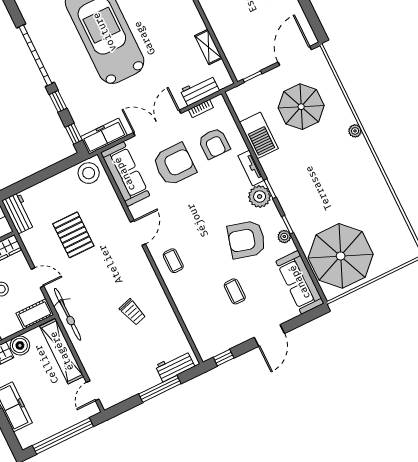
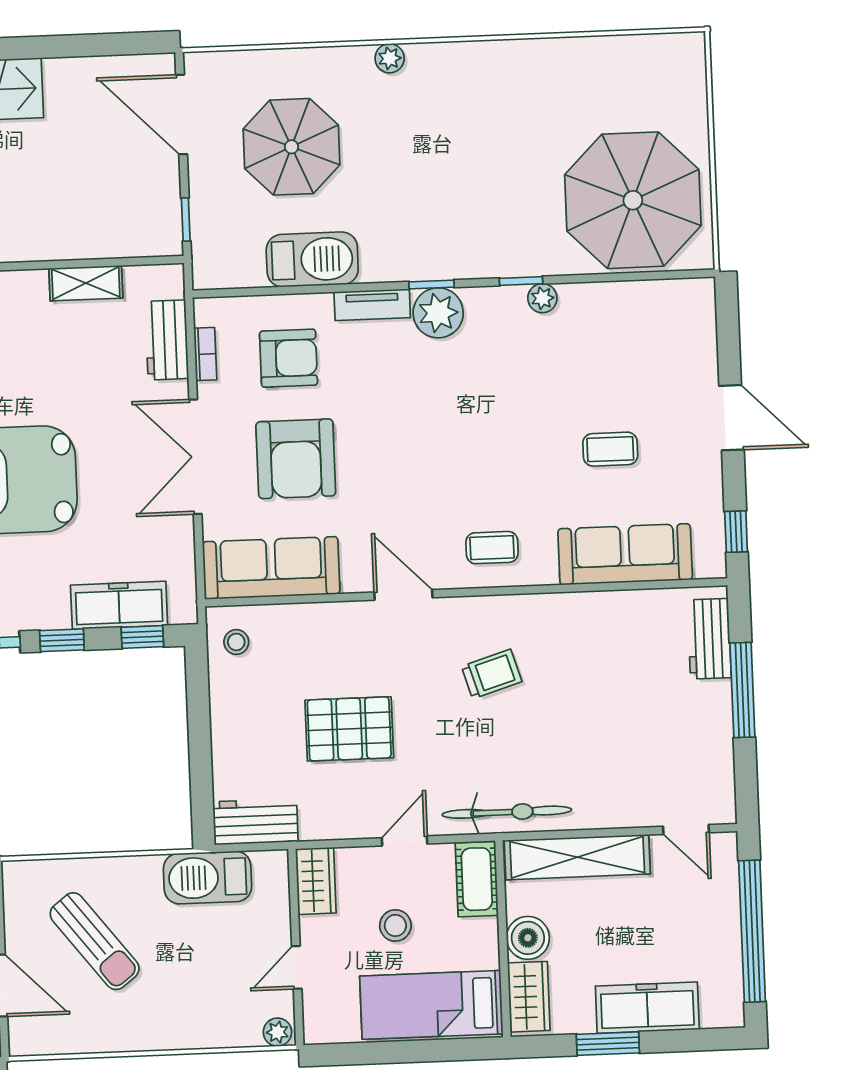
freezer: (104, 136) -> (119, 605), moved, turned 90
armchair: (174, 164) -> (296, 459), turned 180
stool: (89, 173) -> (236, 642), width x0.53, depth x0.53
armchair: (247, 240) -> (515, 378), removed
sofa: (300, 282) -> (625, 554), moved, turned 180
trolley: (132, 312) -> (492, 674), moved

